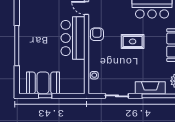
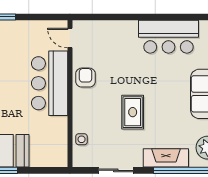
rug: (133, 41) -> (133, 112), moved, turned 90

